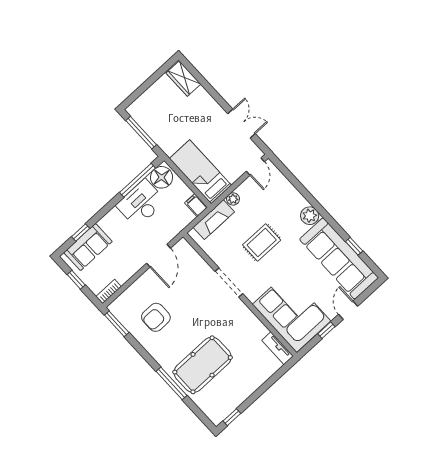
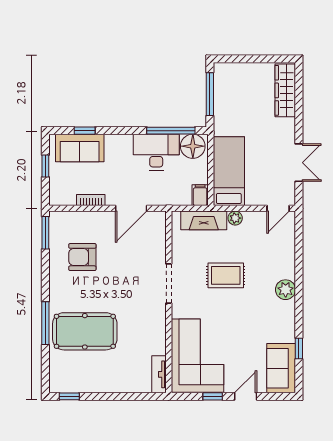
wardrobe: (183, 79) -> (285, 90), width x1.50
sofa: (339, 258) -> (281, 368), width x0.54, depth x0.79
bookcase: (109, 291) -> (91, 200), moved

